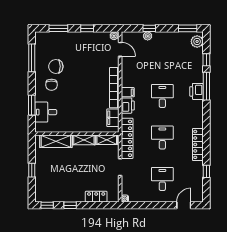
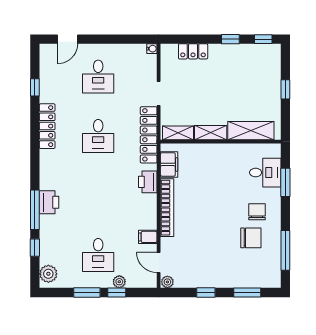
window: (188, 28) -> (87, 293), moved
filing cabinet: (128, 92) -> (148, 237), moved
desk: (162, 96) -> (98, 255), moved

